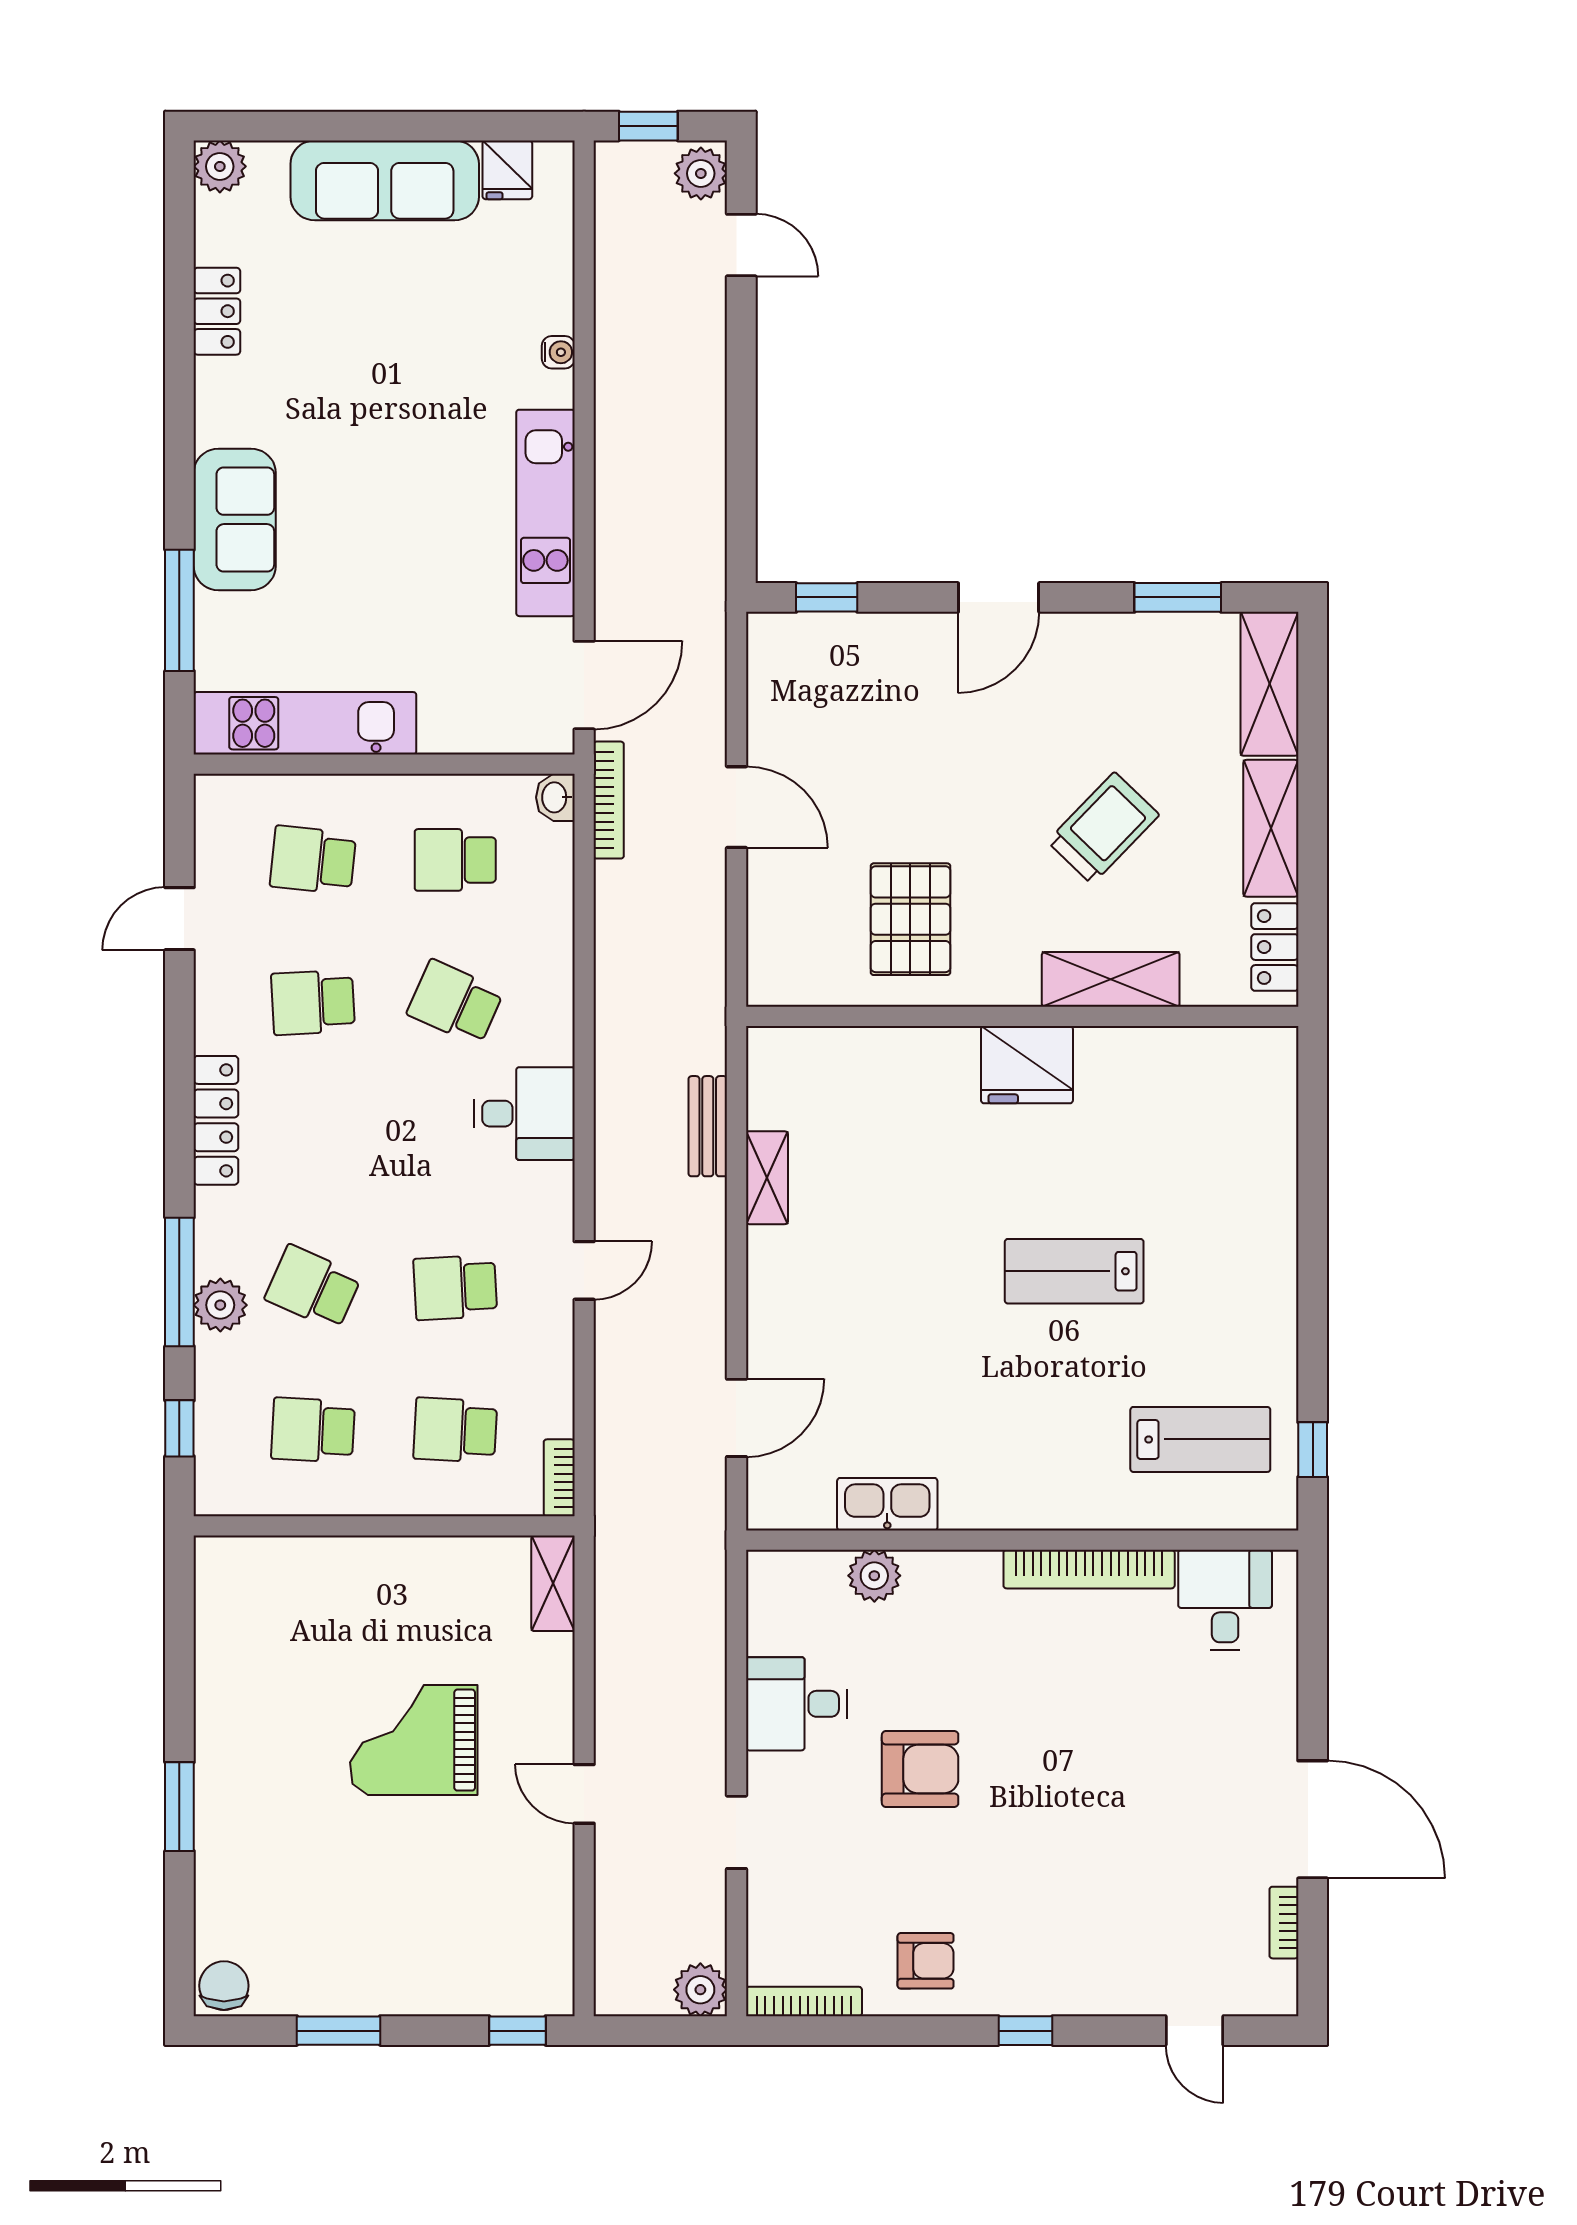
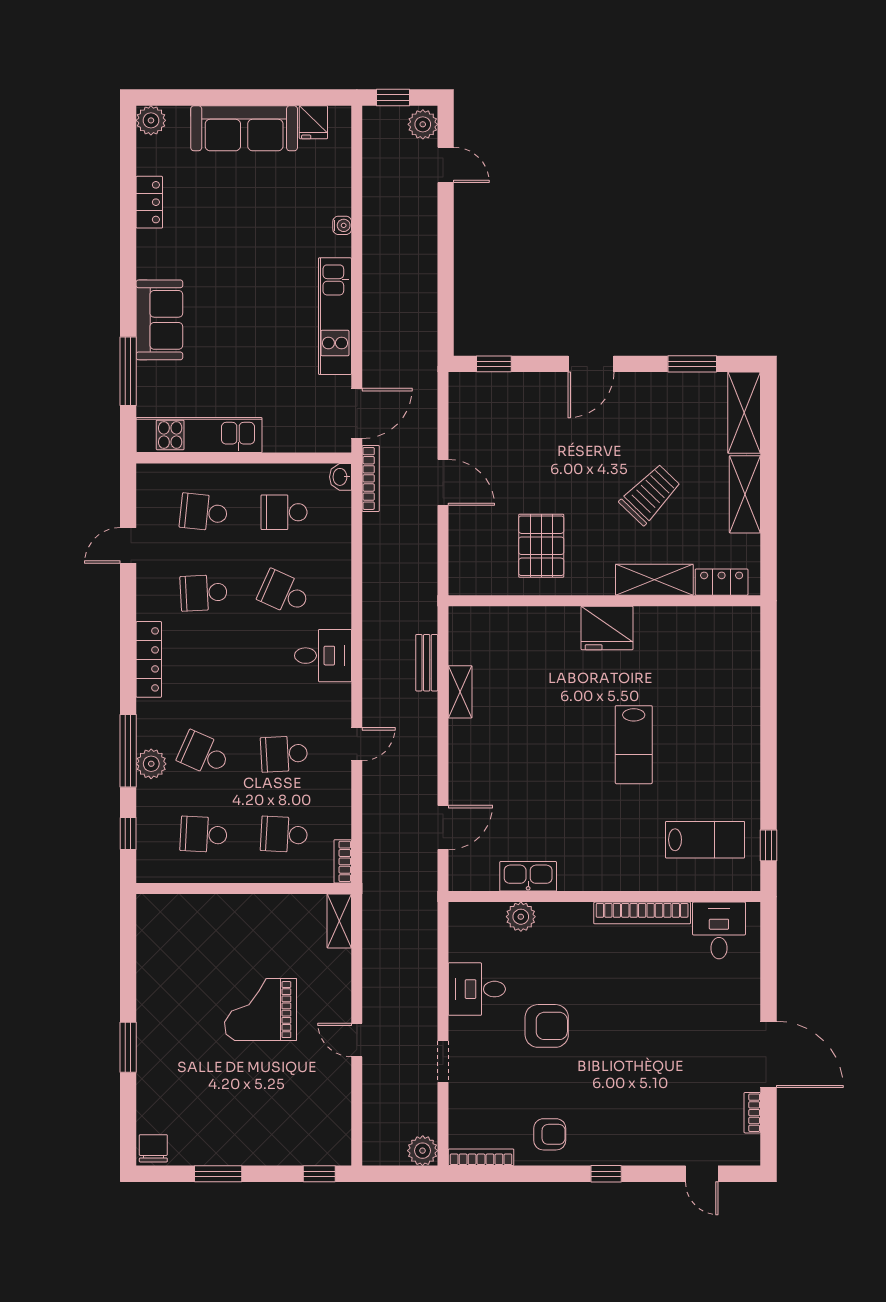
locker: (1275, 947) -> (722, 582), moved, turned 90
lab bench: (1074, 1271) -> (634, 745), turned -90

